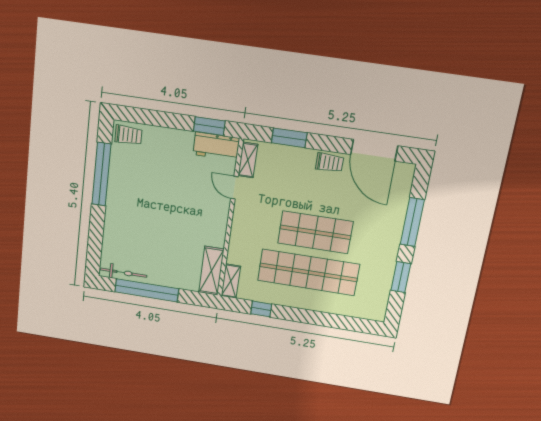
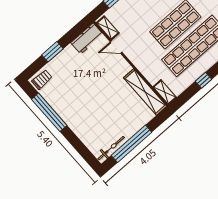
window: (209, 126) -> (53, 52), moved
shelving: (211, 271) -> (145, 92), width x1.47
window: (261, 309) -> (203, 80), moved

